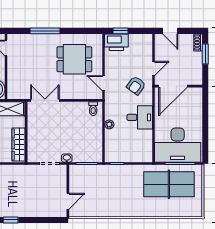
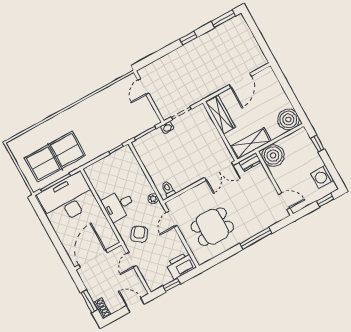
window: (120, 31) -> (172, 285), moved
door: (104, 83) -> (172, 219), swing flipped
door: (173, 86) -> (93, 259), moved
dresser: (16, 94) -> (250, 162), added
plant: (109, 124) -> (153, 199), moved

